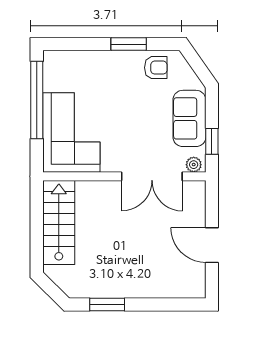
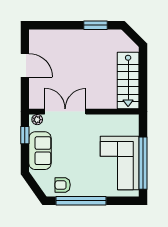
window: (129, 44) -> (81, 201), width x2.11
corner sofa: (71, 132) -> (120, 163), moved

